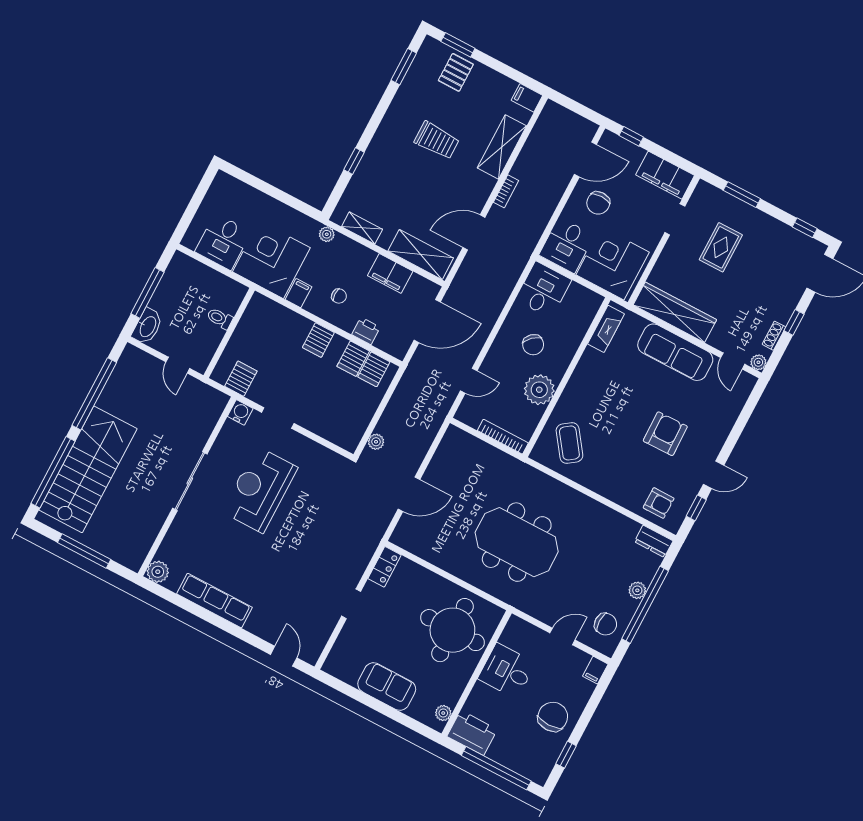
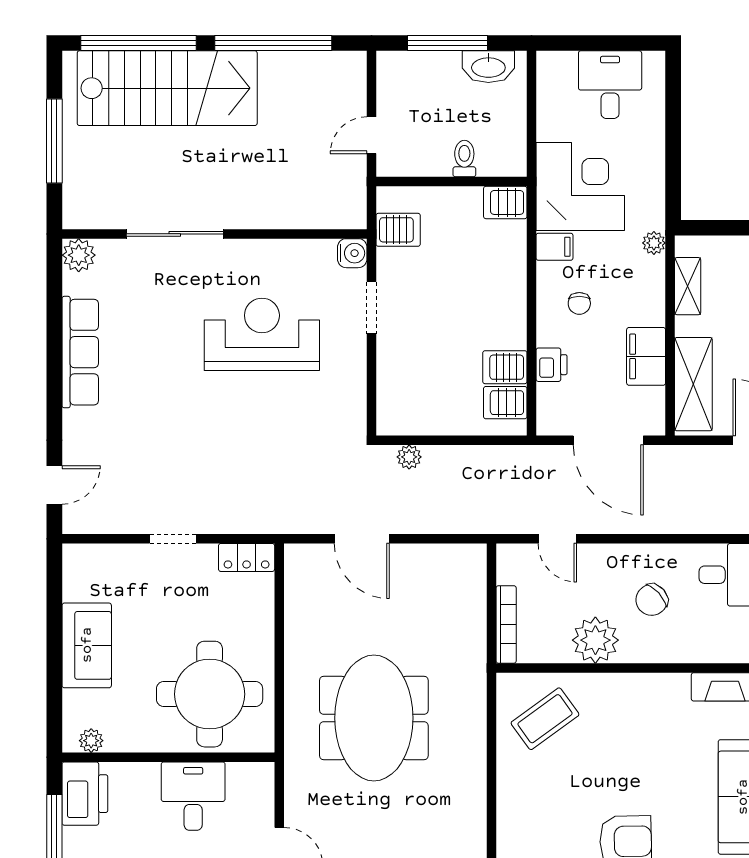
desk: (223, 242) -> (610, 85), moved, turned 90
washbasin: (147, 326) -> (488, 67), moved
server rack: (318, 340) -> (505, 202), moved
sliding door: (190, 481) -> (175, 234), moved

